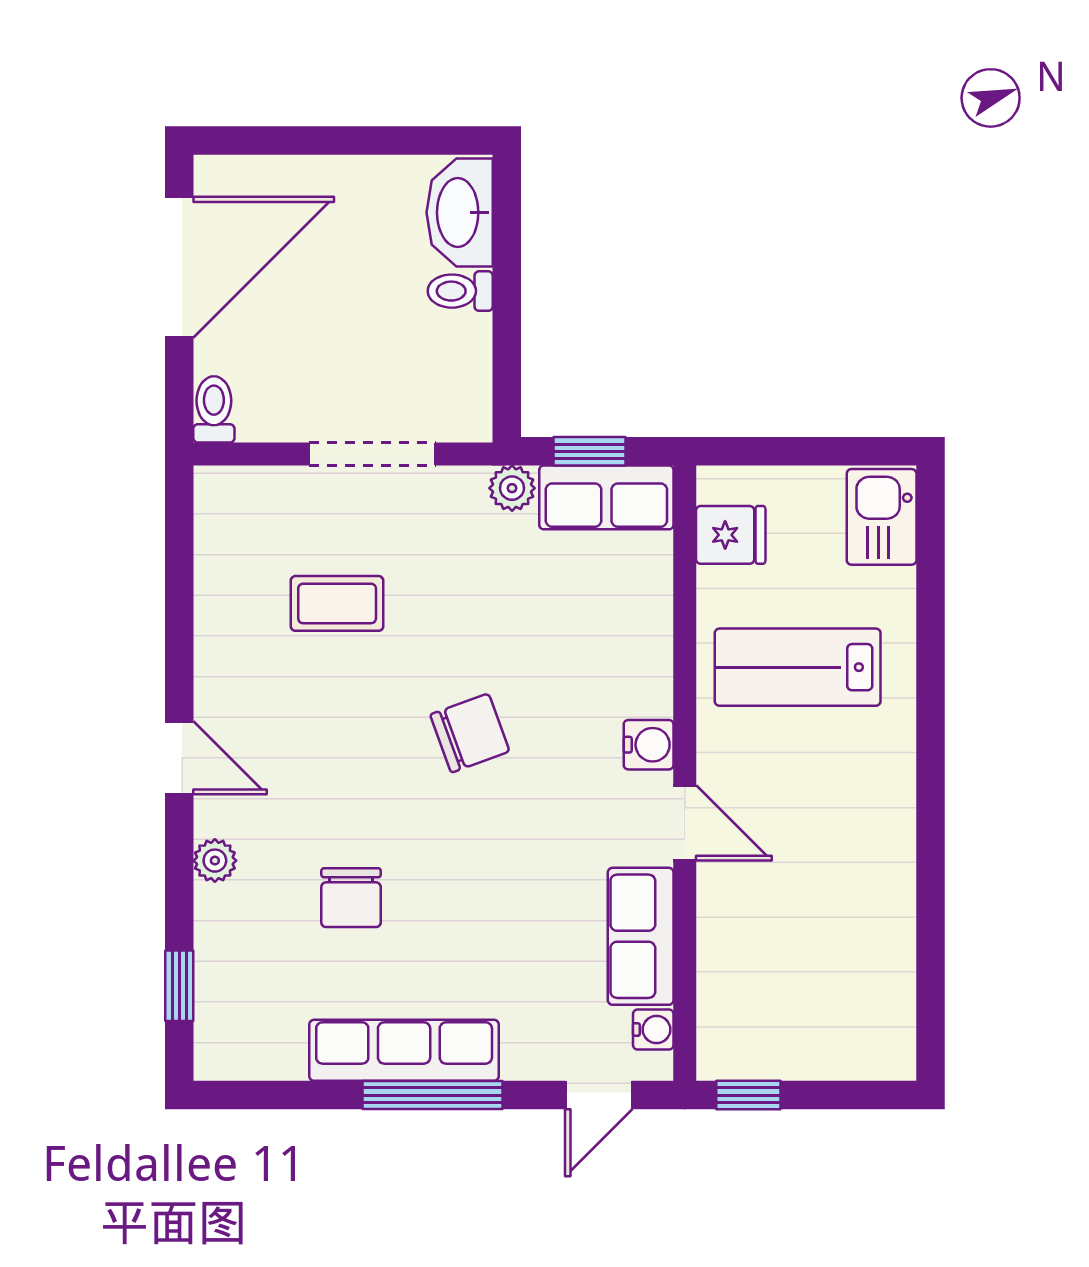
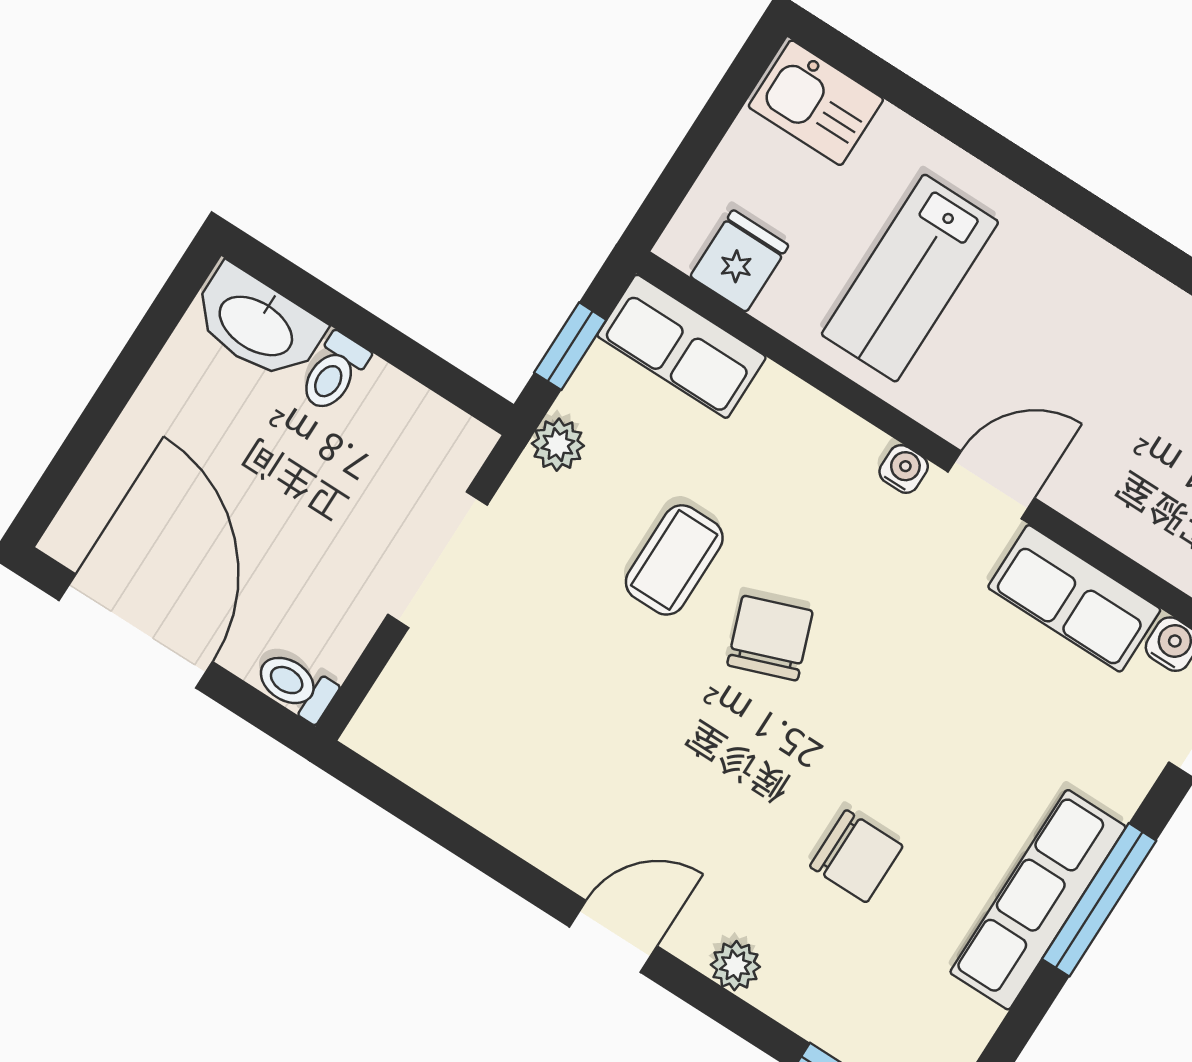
row of seats: (606, 497) -> (682, 346), moved, turned 90
coffee table: (337, 603) -> (674, 560), moved
water cooler: (649, 745) -> (904, 469), width x0.72, depth x0.72

